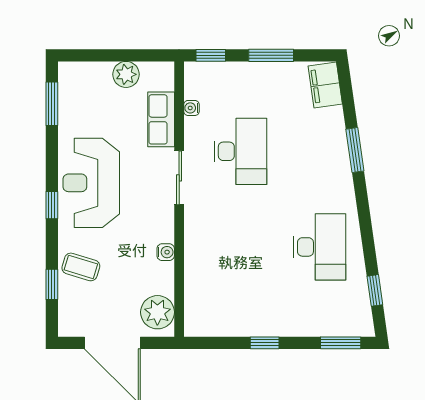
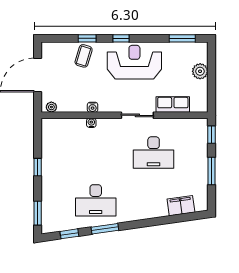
plant: (126, 74) -> (200, 71), moved
filing cabinet: (325, 85) -> (181, 206), moved
water cooler: (191, 108) -> (91, 123), moved
window: (355, 150) -> (105, 229), moved
window: (52, 284) -> (87, 38), moved
plant: (157, 312) -> (51, 107), width x0.53, depth x0.53

